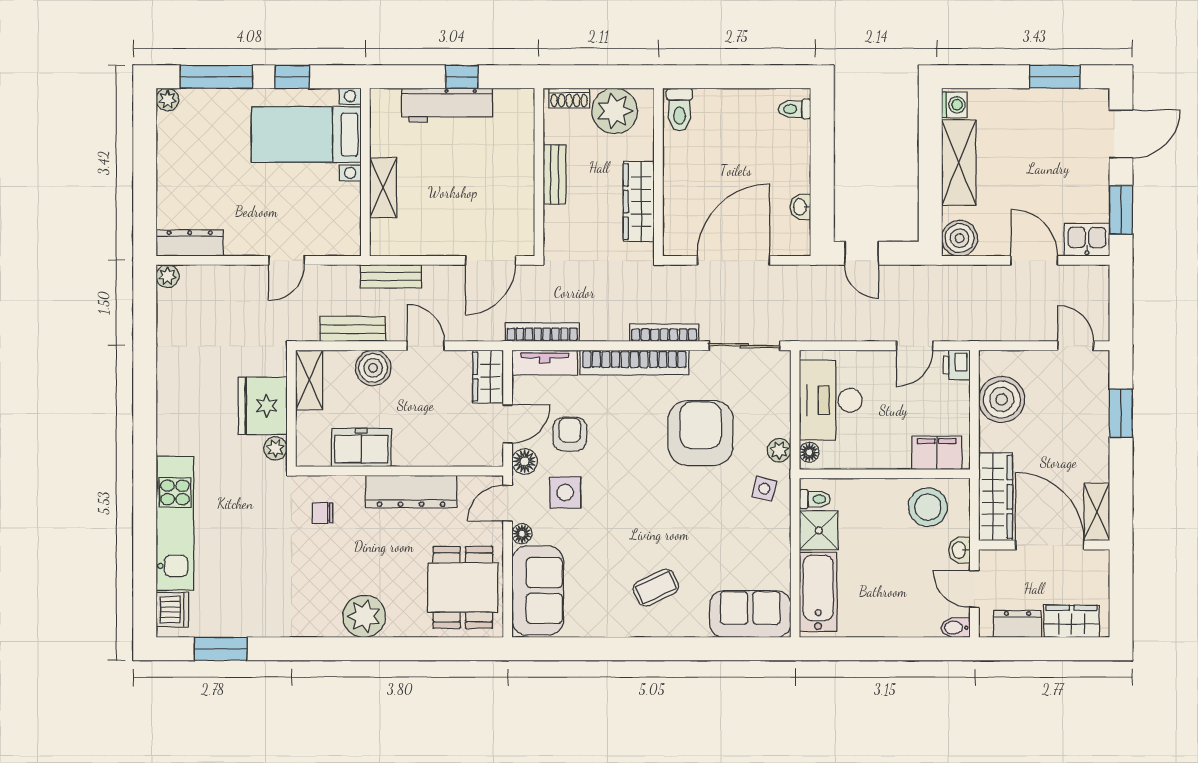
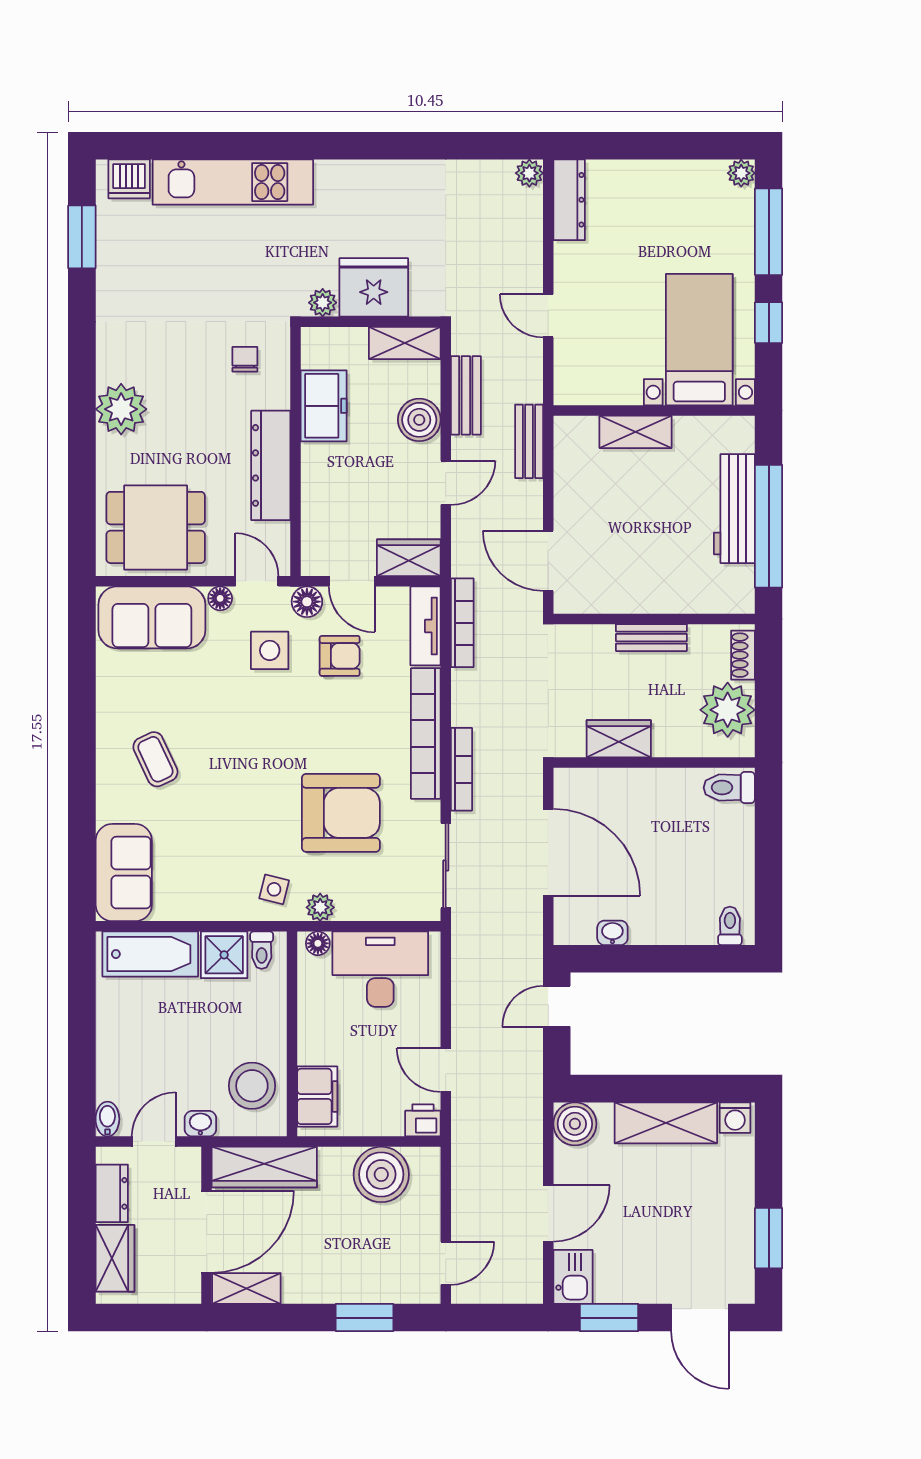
window: (462, 77) -> (769, 526), width x3.17
wardrobe: (639, 202) -> (619, 739), width x0.67

